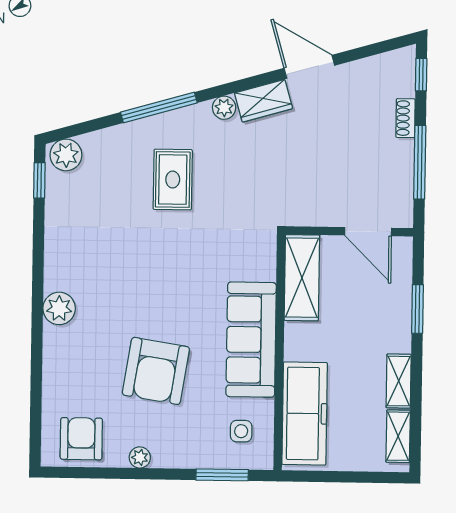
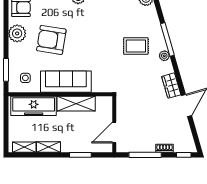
plant: (224, 108) -> (164, 56), moved
shelving: (302, 278) -> (76, 104), moved
plant: (140, 457) -> (17, 33), width x1.87, depth x1.87

